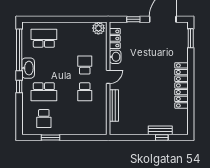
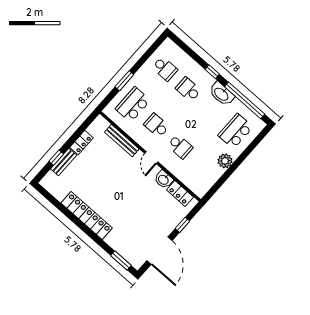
plant: (98, 28) -> (225, 161), moved
school desk: (44, 38) -> (235, 131), turned 180
school desk: (44, 92) -> (188, 89), width x0.54
school desk: (44, 119) -> (165, 69), turned 180
school desk: (85, 119) -> (133, 105), added
locker: (138, 130) -> (81, 143), added
window: (51, 138) -> (124, 81), moved

